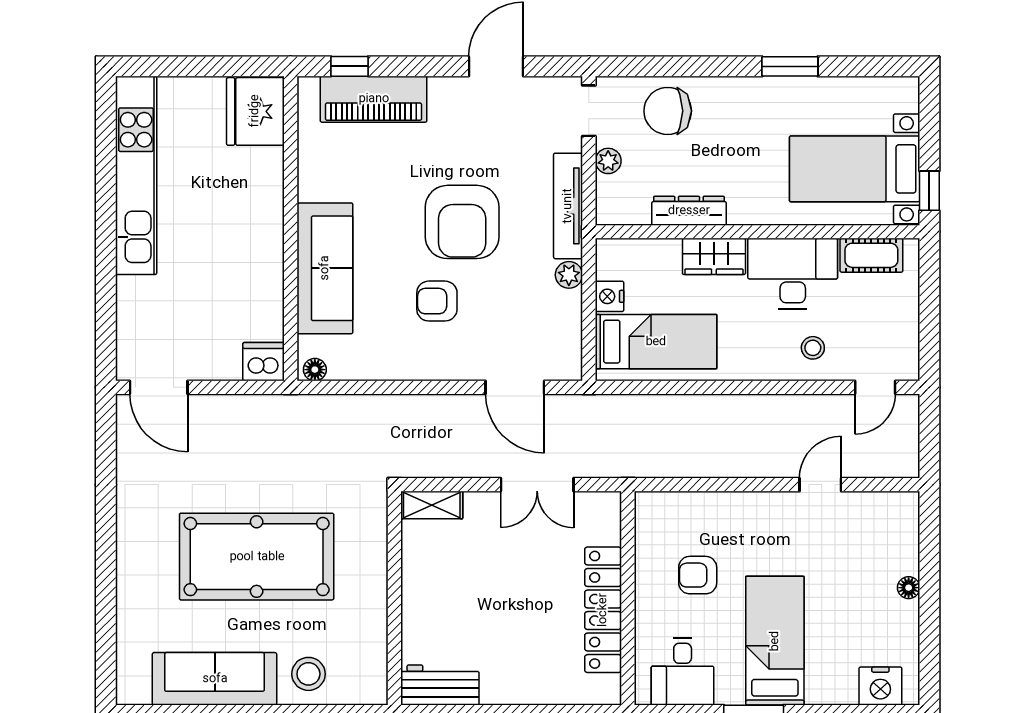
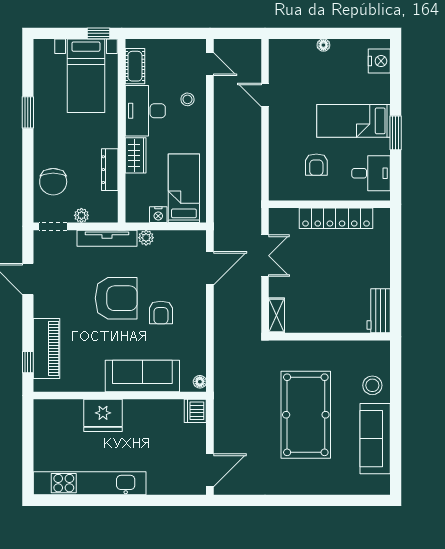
fridge: (255, 111) -> (103, 415), moved

